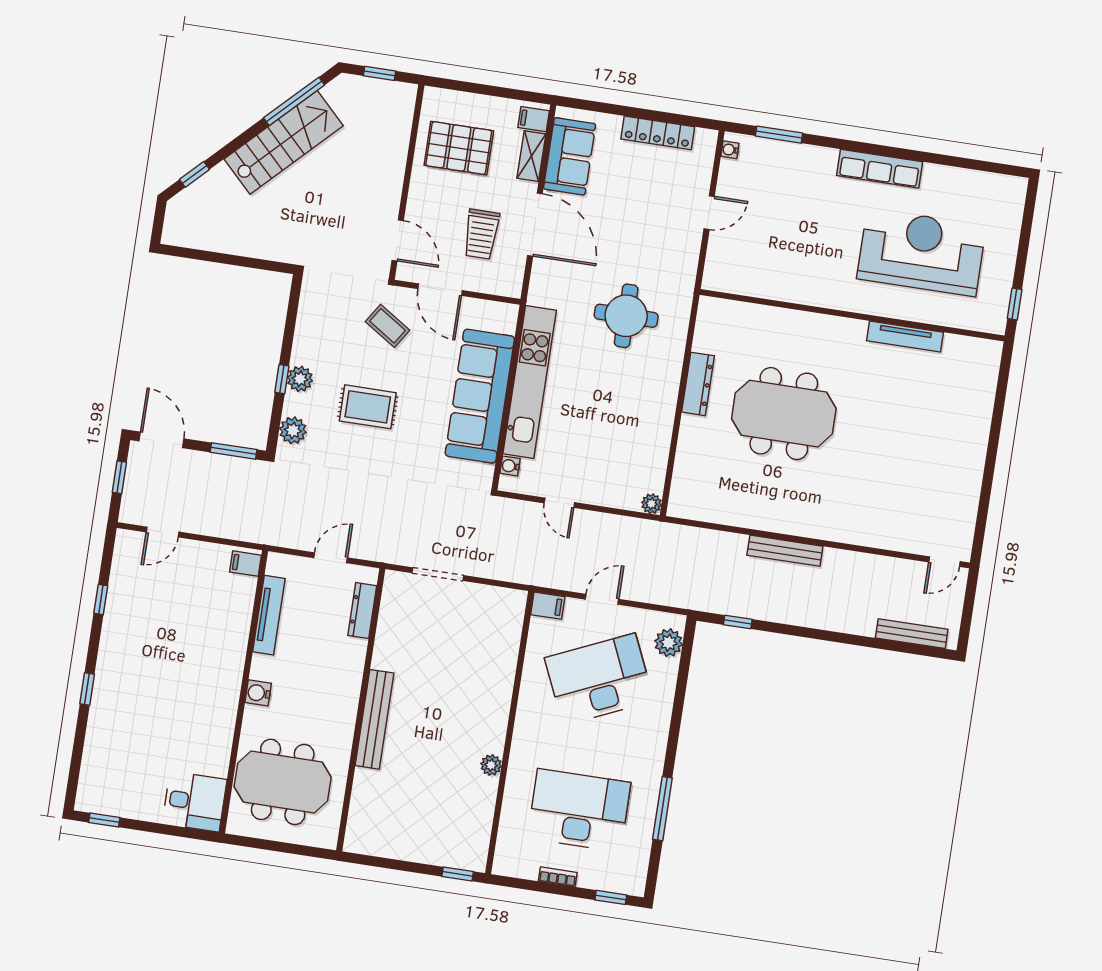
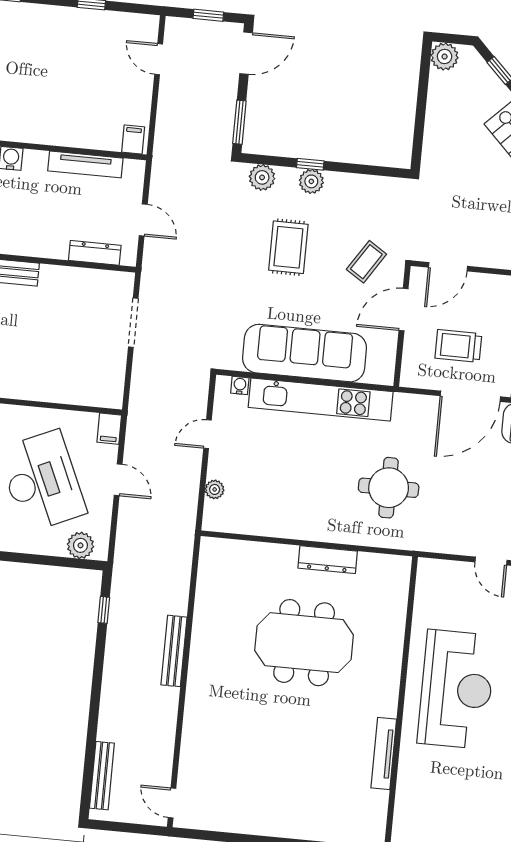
plant: (177, 232) -> (445, 57), added
reception desk: (921, 252) -> (456, 689), moved
meeting table: (784, 414) -> (304, 643), turned 90
plant: (651, 504) -> (215, 489), moved

